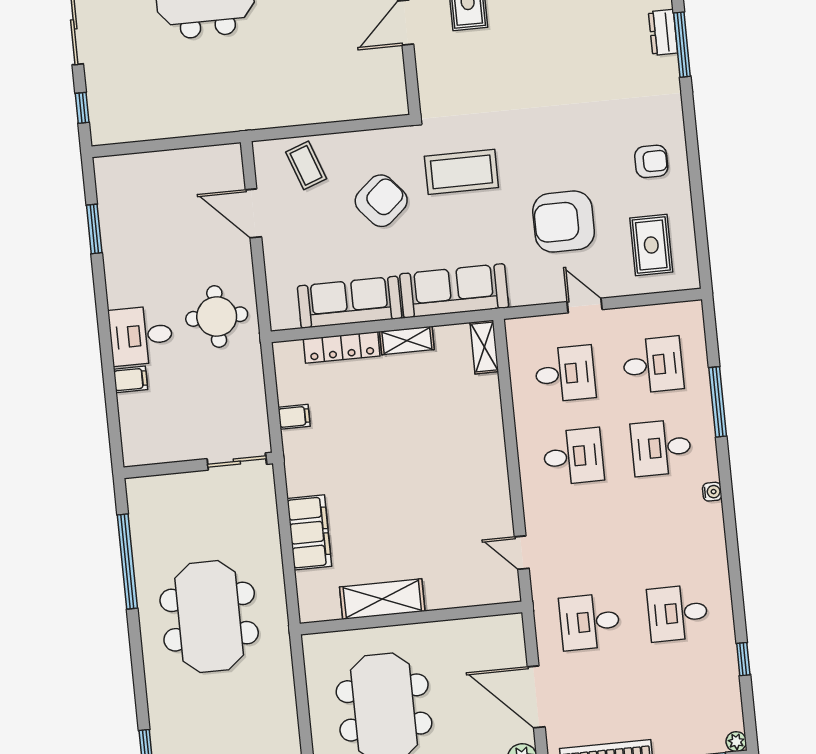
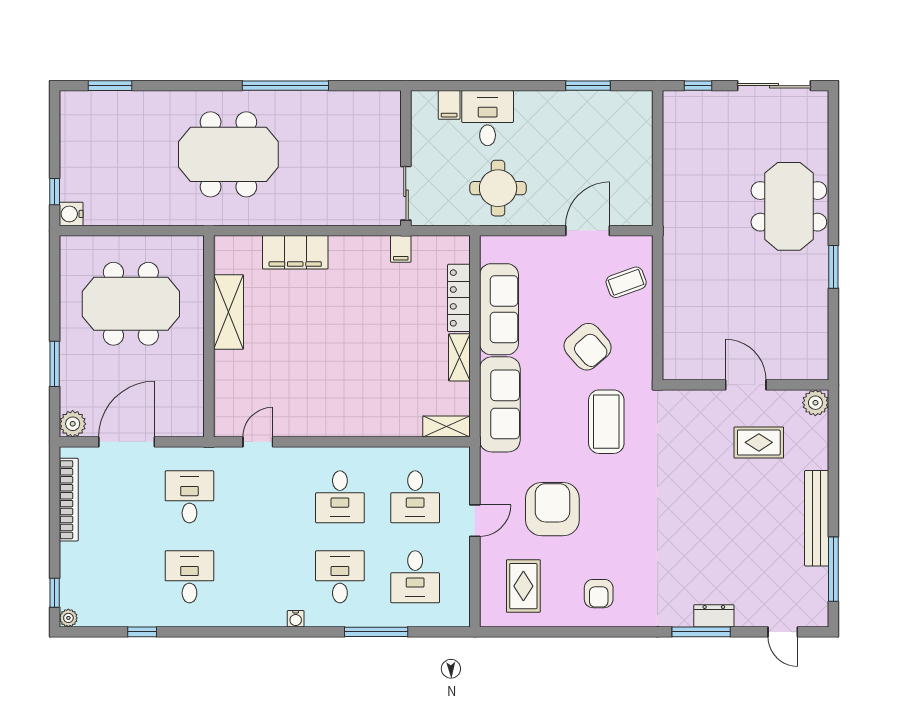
rug: (651, 245) -> (523, 586), turned 90
sliding door: (237, 462) -> (406, 193), moved
wall: (198, 465) -> (406, 158), moved

